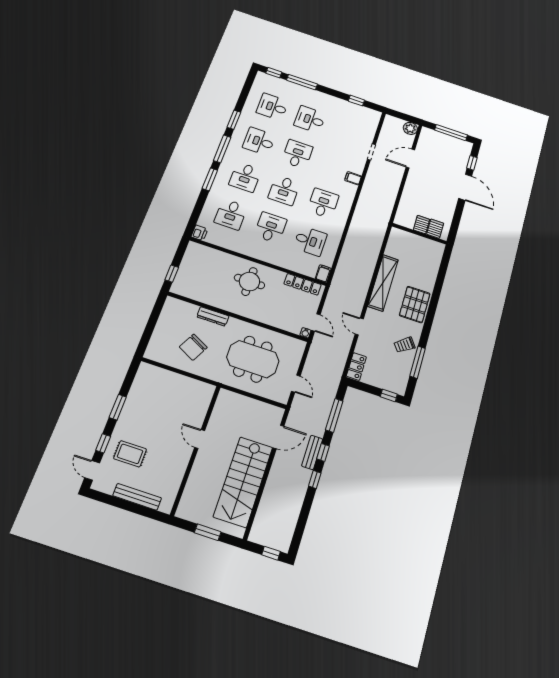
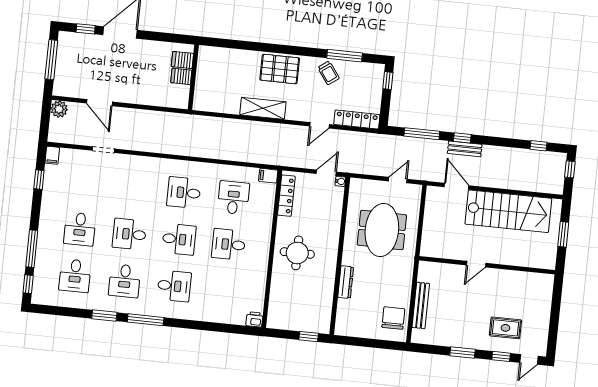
filing cabinet: (353, 178) -> (52, 155), moved
window: (210, 179) -> (187, 324), removed
desk: (231, 214) -> (224, 291), removed
shelving: (383, 283) -> (263, 108), width x0.68
chair: (193, 347) -> (393, 318), moved, turned -117
locker: (356, 366) -> (357, 119), width x1.53
rug: (130, 454) -> (505, 328), turned 90
window: (315, 480) -> (538, 146), moved
bench: (137, 497) -> (421, 305), moved

